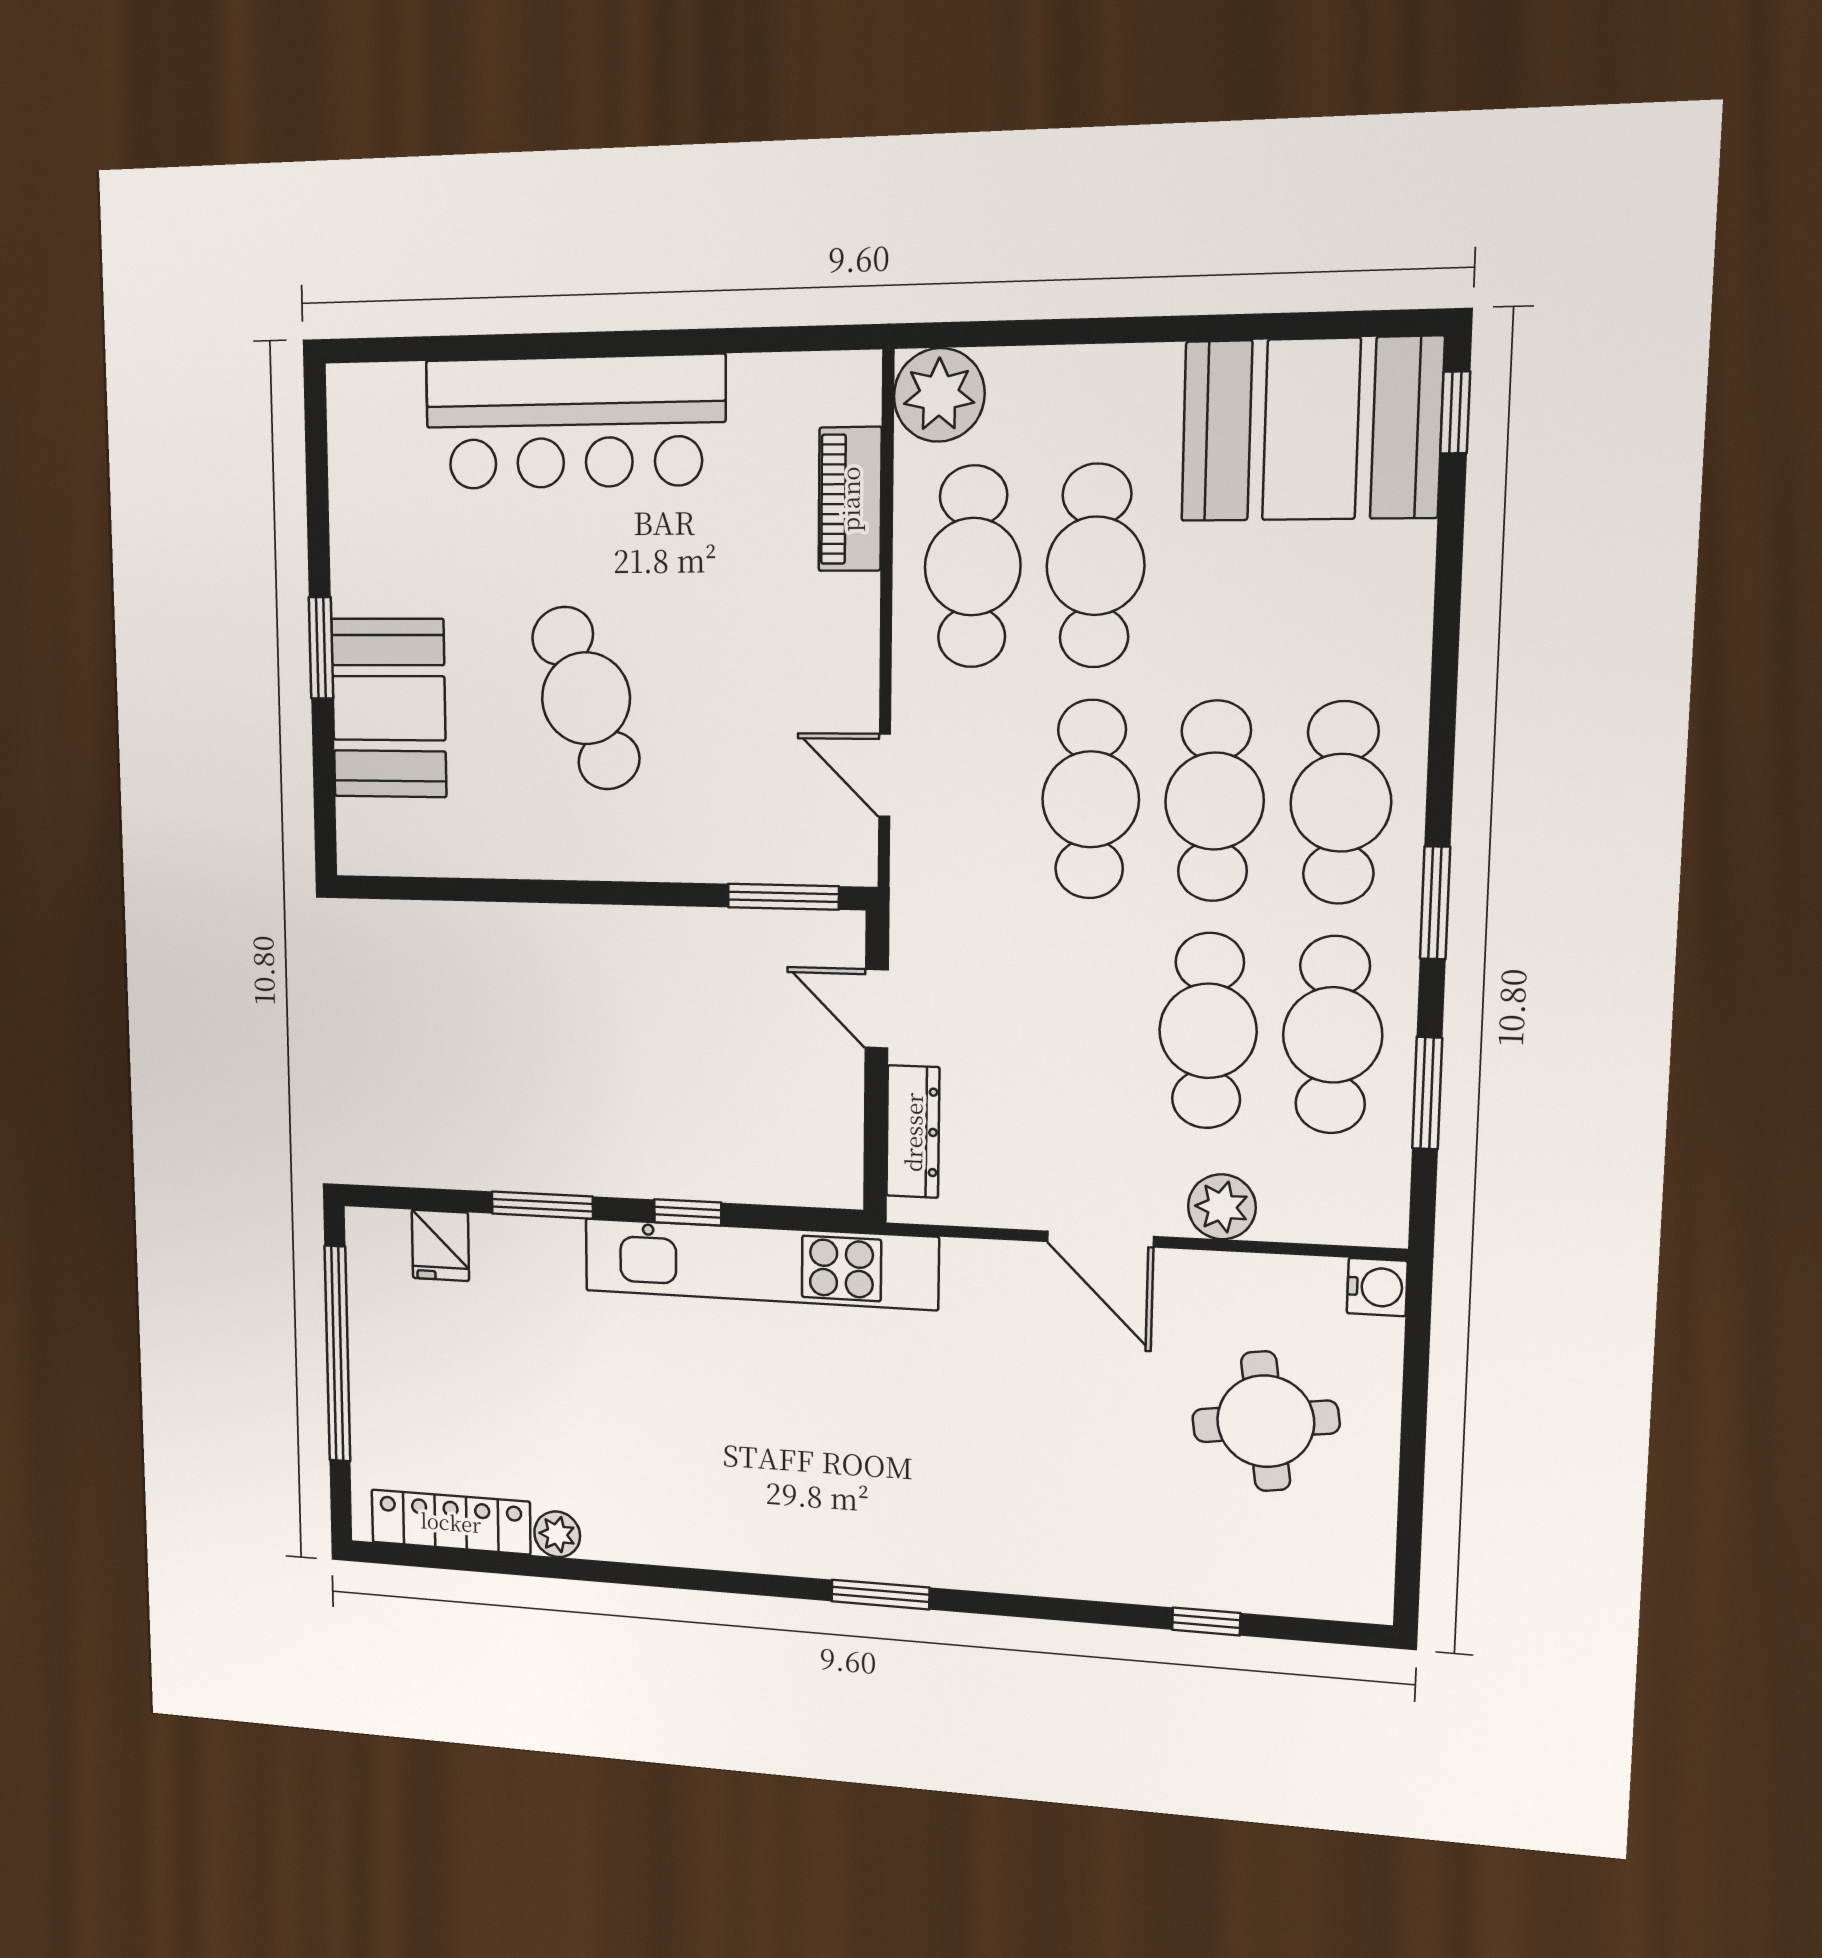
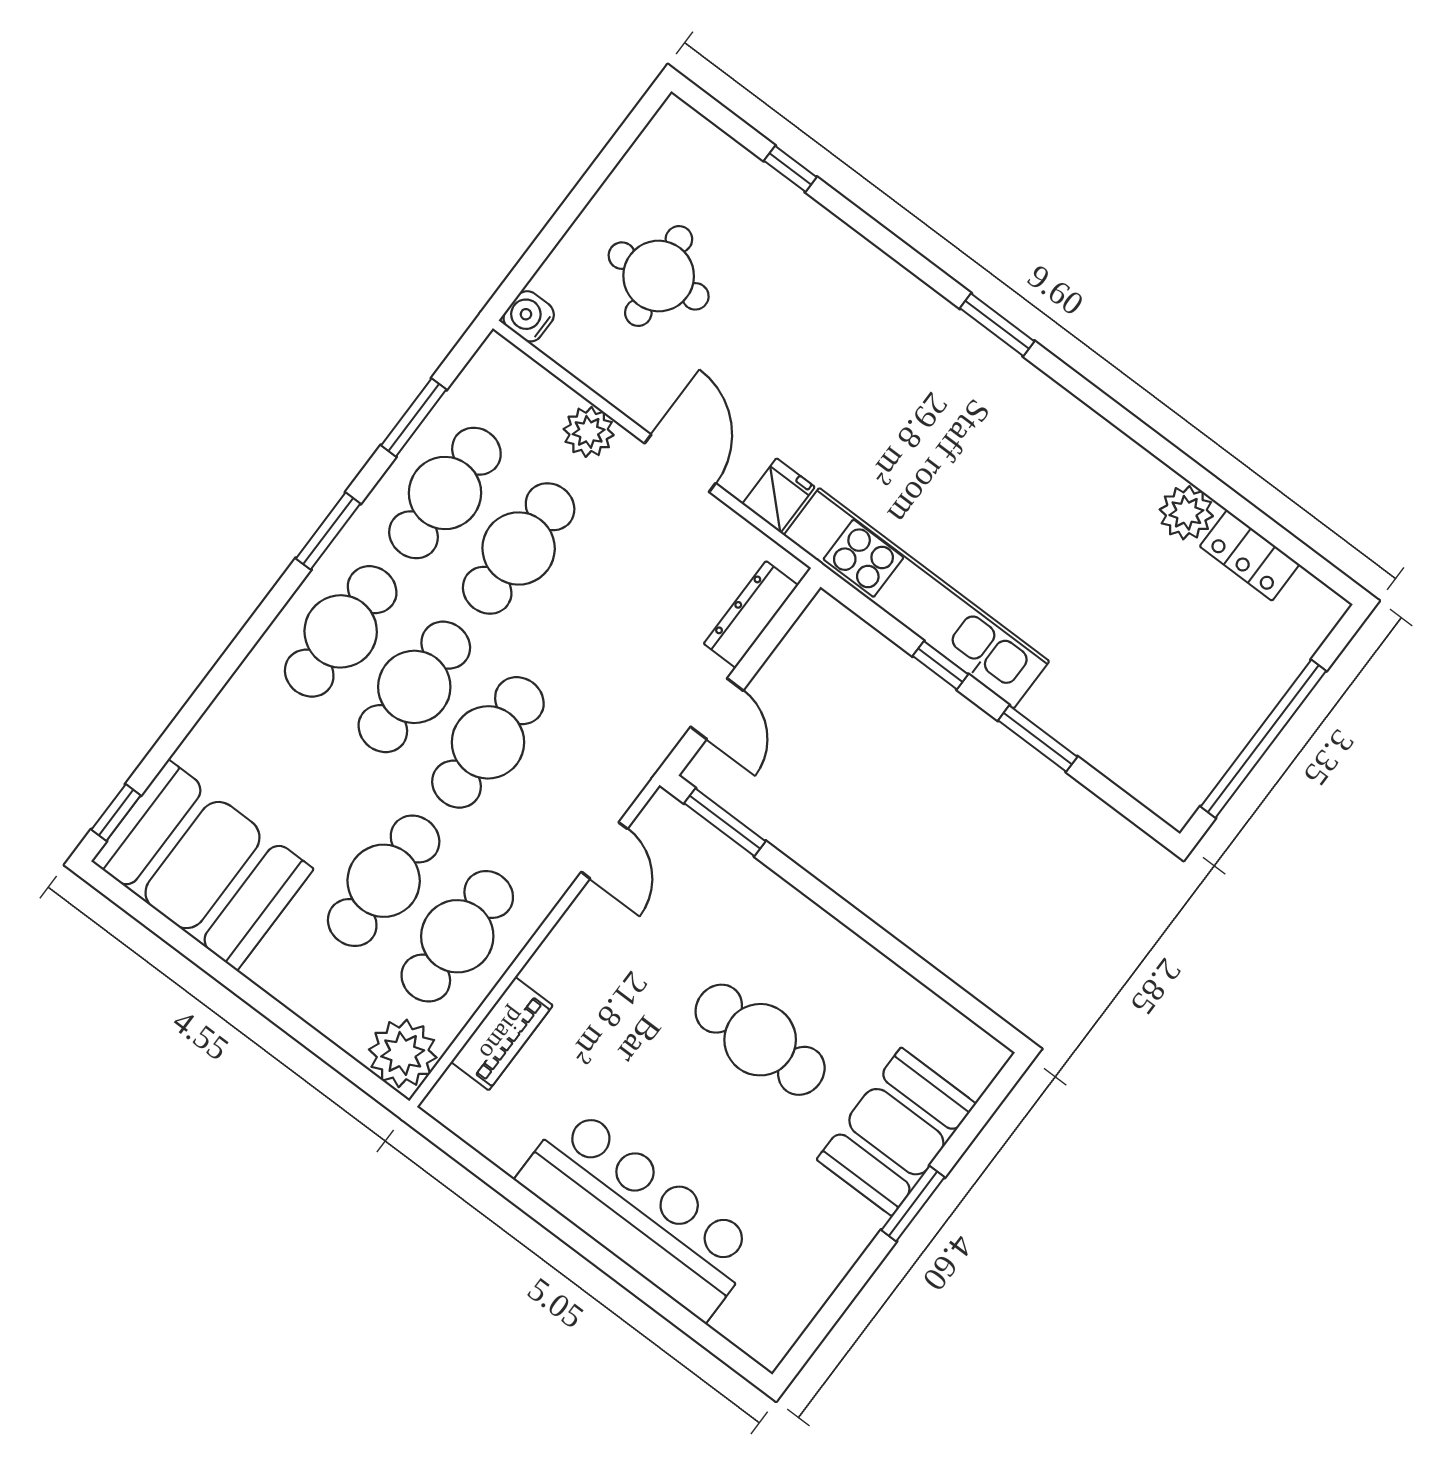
cafe table: (586, 698) -> (760, 1040), turned -69
fridge: (440, 1245) -> (778, 495), moved
locker: (451, 1522) -> (1250, 555), width x0.66
plant: (557, 1534) -> (1186, 513), width x1.38, depth x1.38

